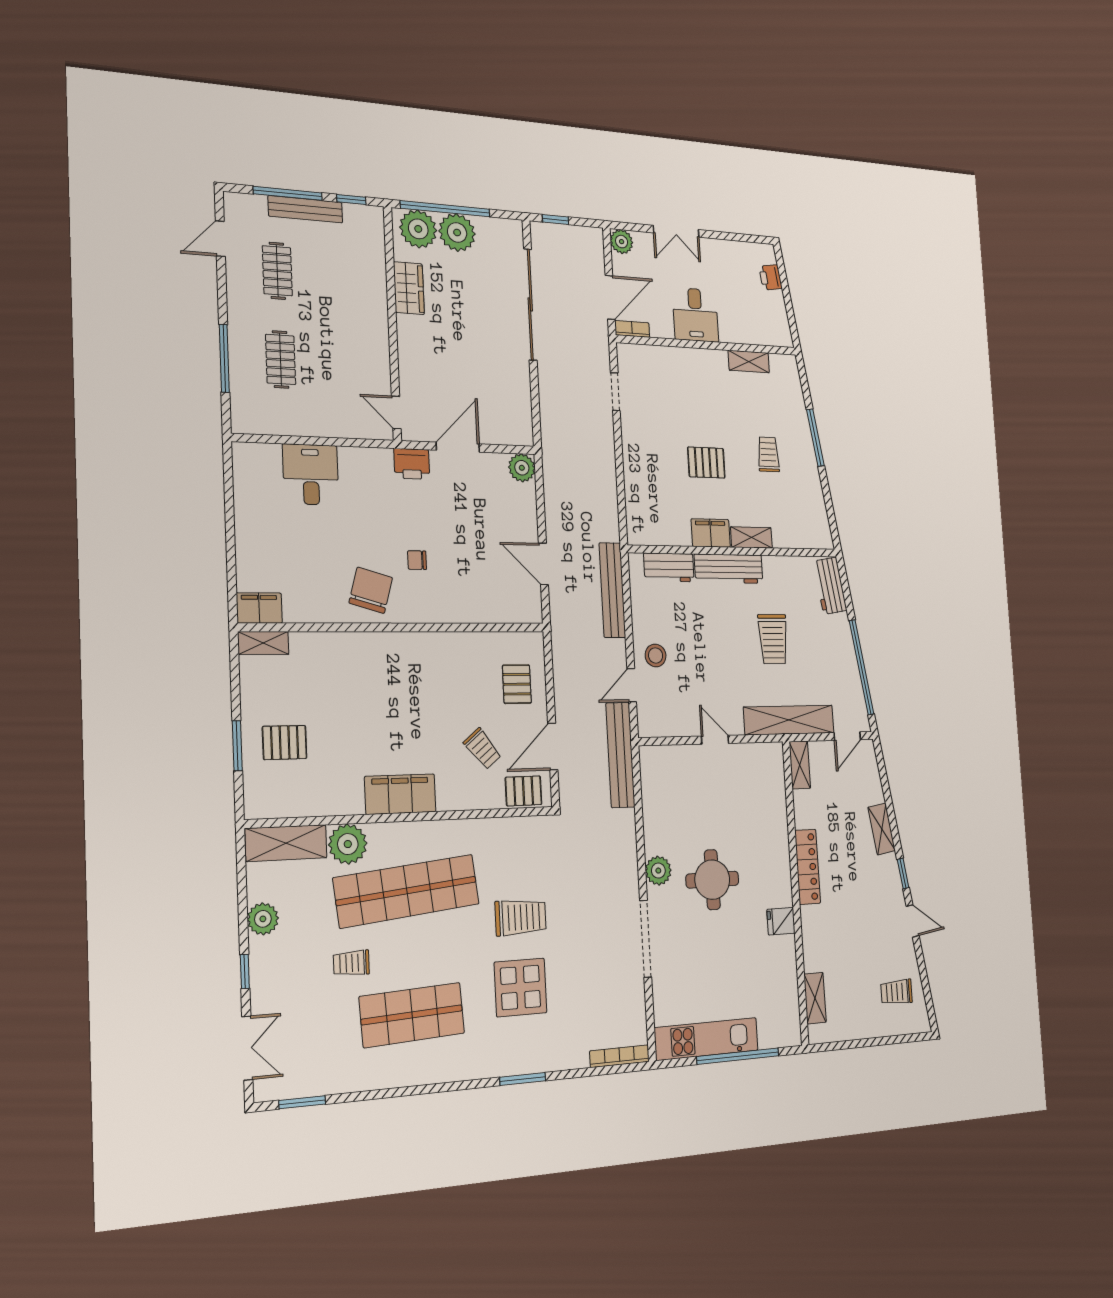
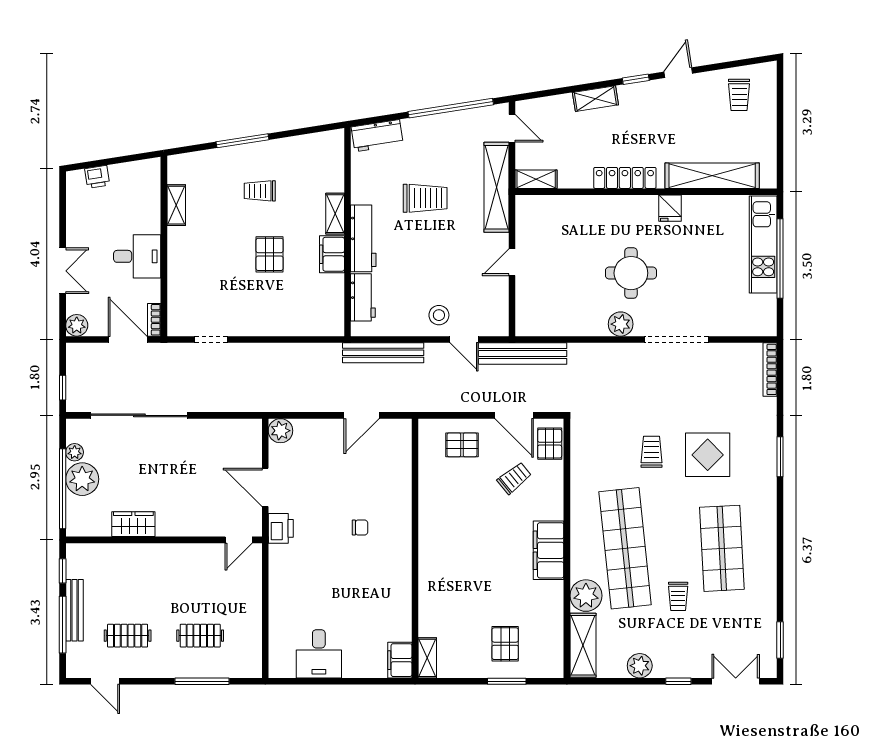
plant: (418, 229) -> (75, 452), moved, width x0.53, depth x0.53
desk: (311, 475) -> (319, 654), moved, turned -90
chair: (417, 560) -> (360, 527), turned -90
chair: (371, 590) -> (385, 568), removed
trolley: (521, 917) -> (652, 452), width x0.73, depth x0.72
shelving: (815, 998) -> (712, 176), width x2.20, depth x1.33
kitchen unit: (706, 1039) -> (763, 245), moved

